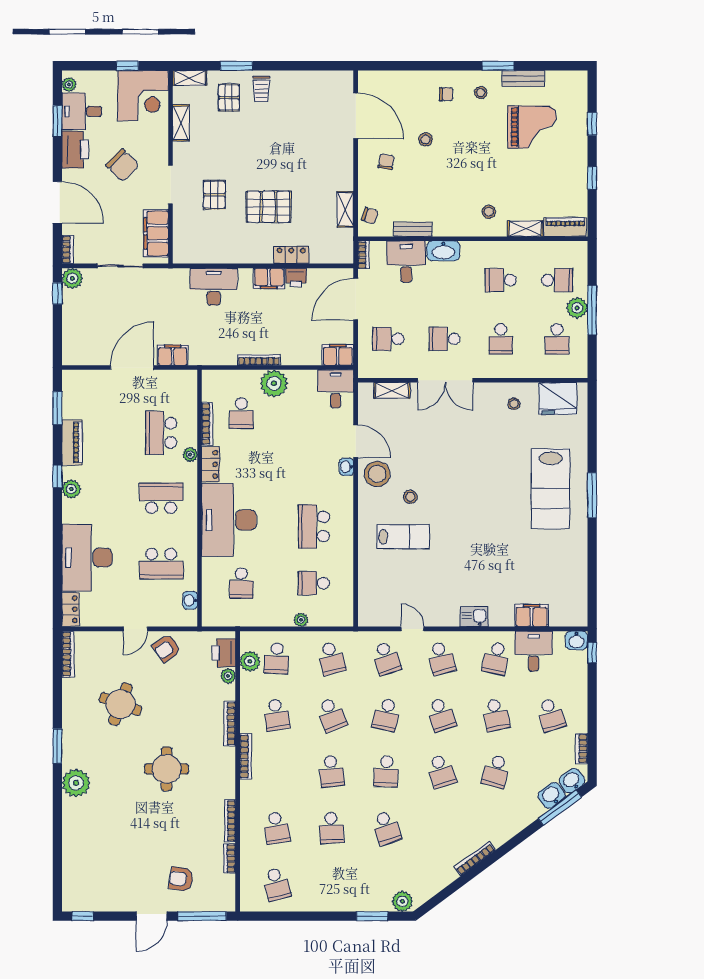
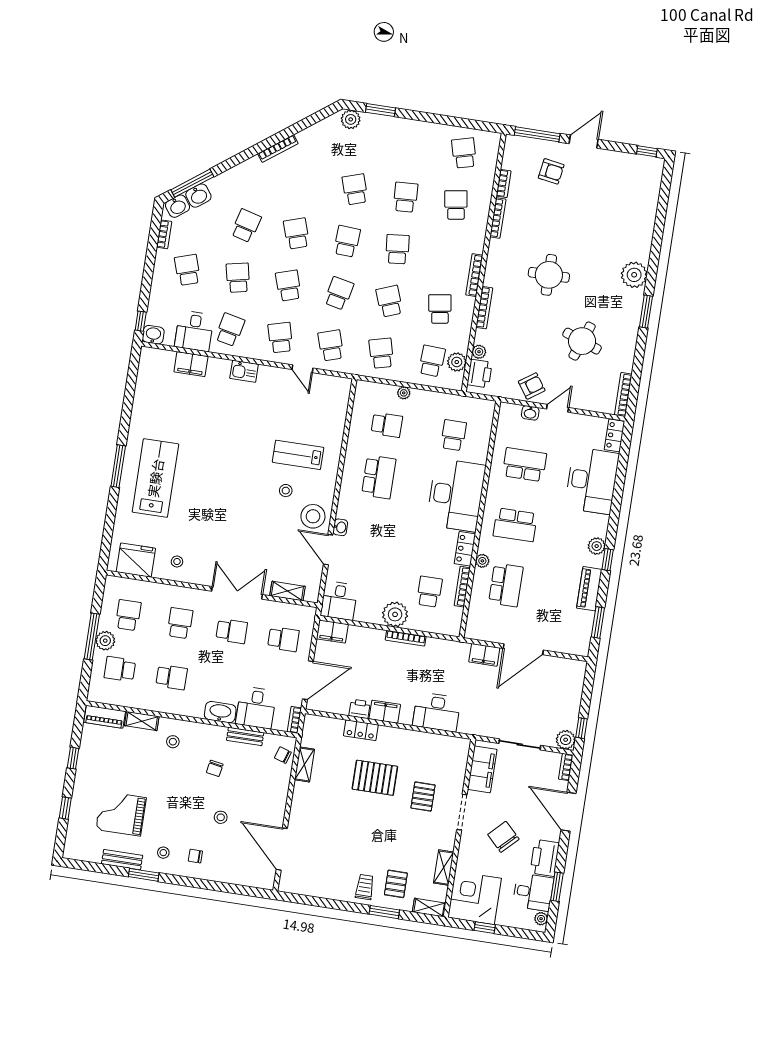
chair: (386, 162) -> (215, 768), moved
washbasin: (190, 600) -> (530, 413), moved, turned 90

